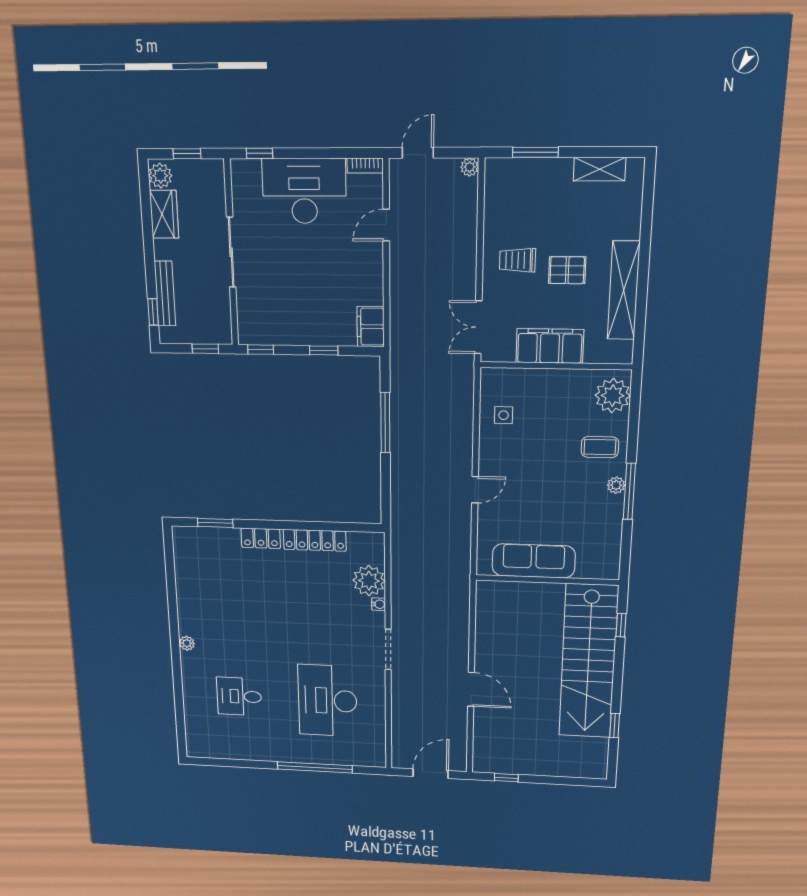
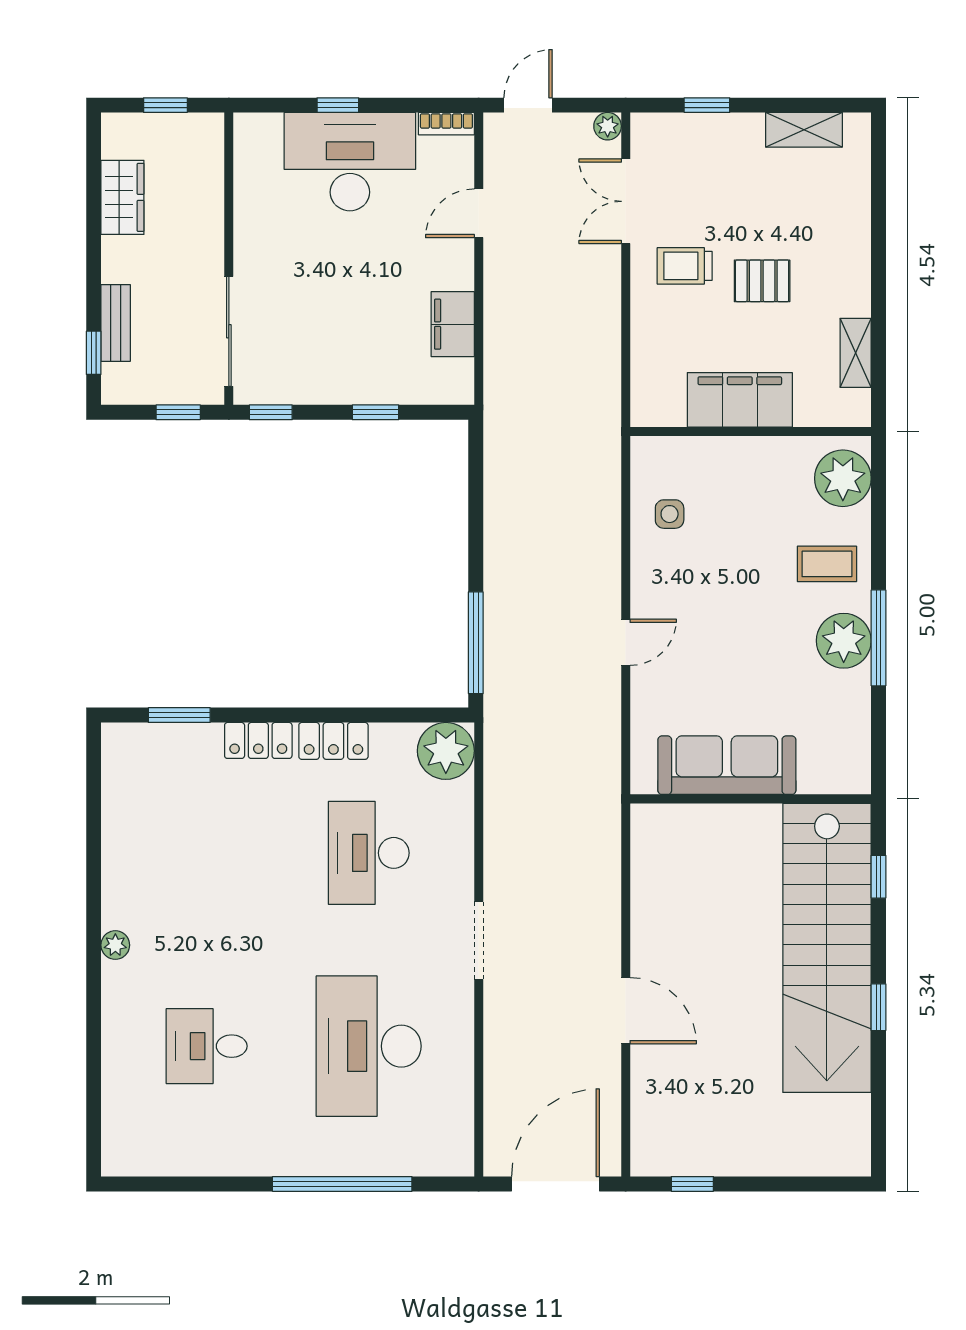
window: (535, 152) -> (707, 105), width x0.67
window: (259, 153) -> (338, 105), moved
plant: (160, 176) -> (120, 138), removed
sliding door: (231, 252) -> (229, 331), moved
shelving: (624, 291) -> (856, 353), width x0.45, depth x0.75
bench: (165, 294) -> (116, 323), width x0.73
filing cabinet: (371, 327) -> (453, 324), moved
double door: (478, 327) -> (626, 201), moved
window: (385, 423) -> (476, 643), moved
plant: (616, 485) -> (844, 641), width x1.88, depth x1.88
locker: (315, 540) -> (333, 741), width x0.66
plant: (369, 581) -> (446, 751), moved
desk: (325, 601) -> (369, 853), added
water cooler: (379, 604) -> (462, 855), removed
window: (615, 725) -> (879, 1007), moved
door: (431, 774) -> (555, 1184), width x1.36

